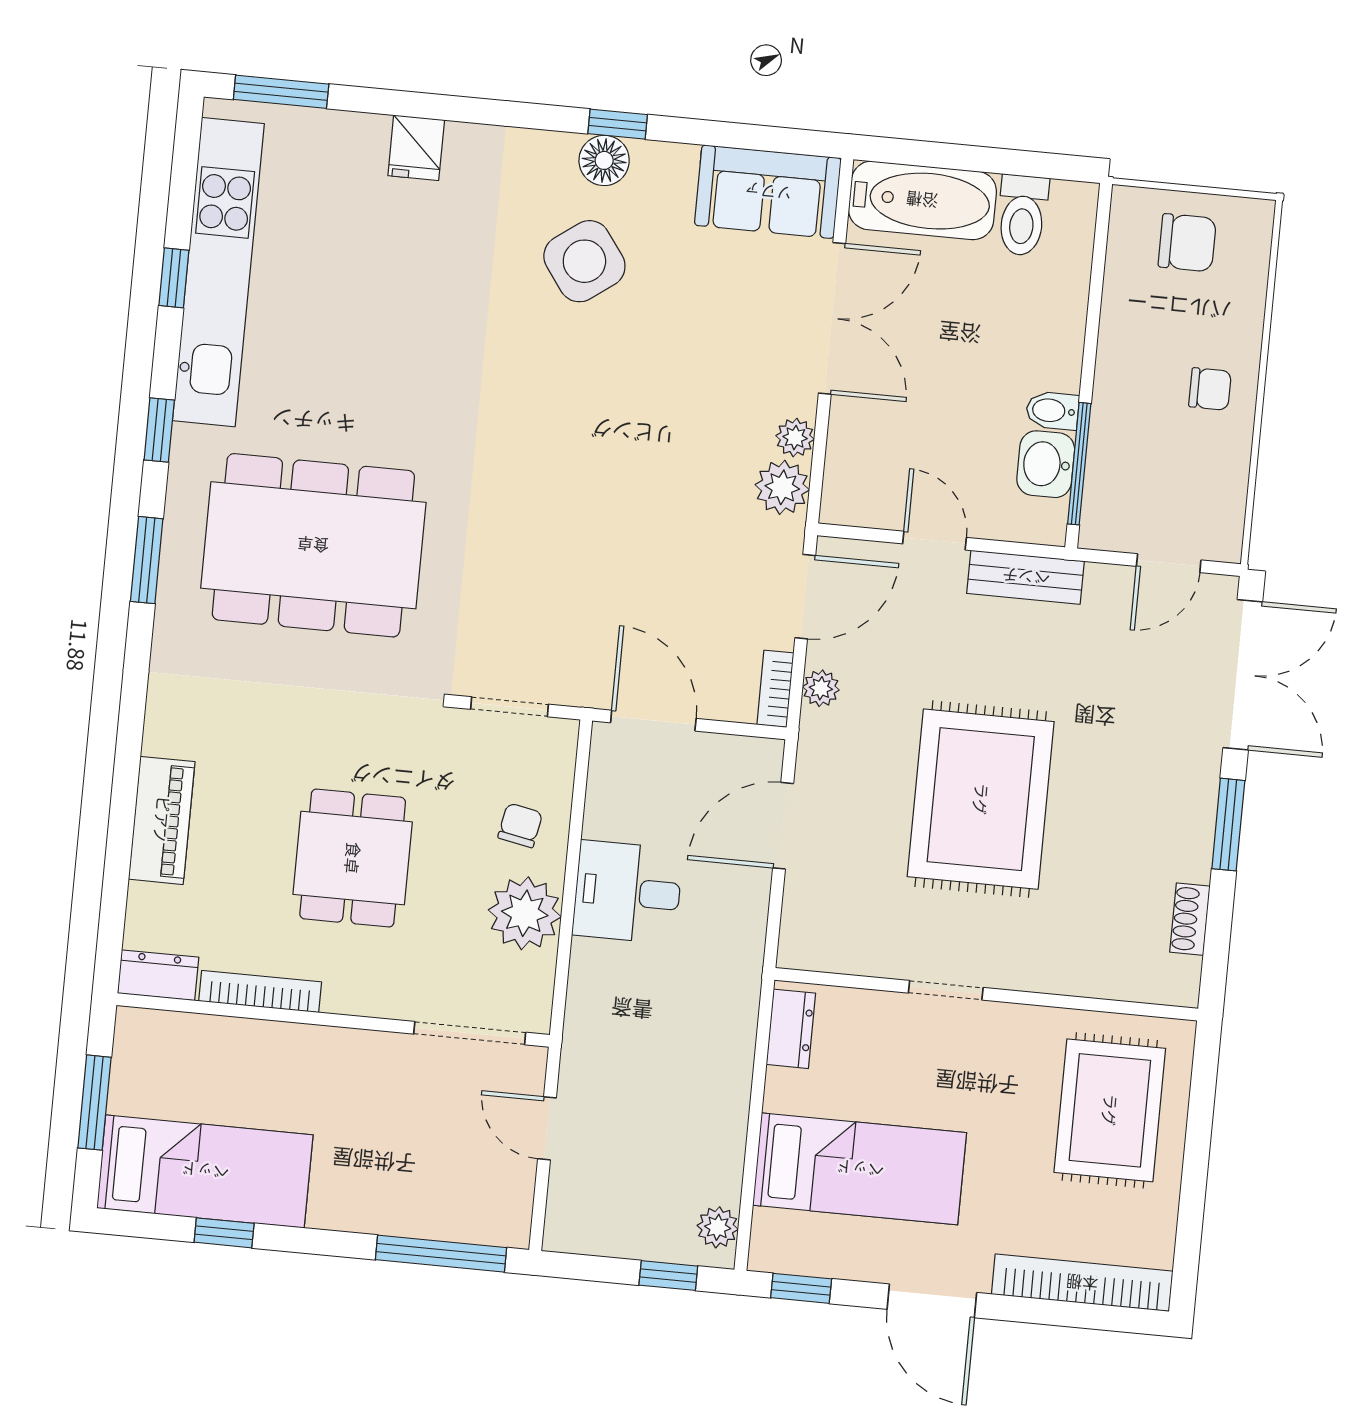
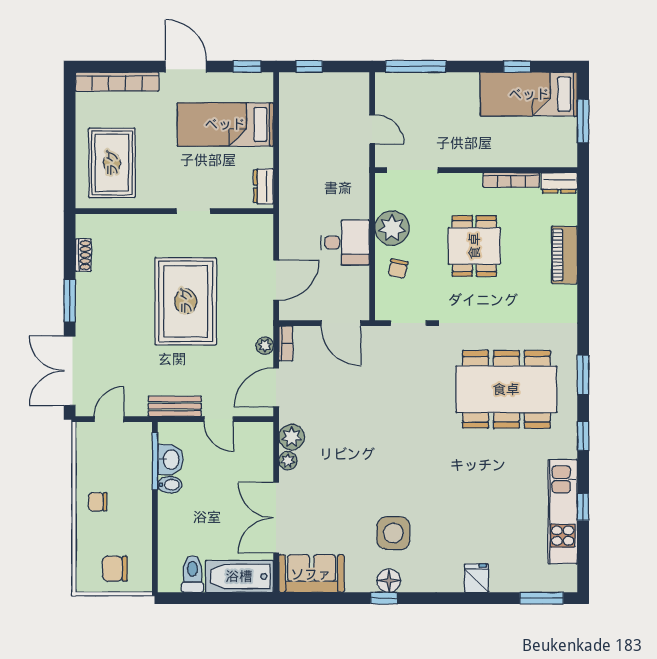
side table: (584, 261) -> (393, 533), turned 36
kitchen unit: (218, 272) -> (563, 512), width x0.73
plant: (718, 1227) -> (289, 91), removed

